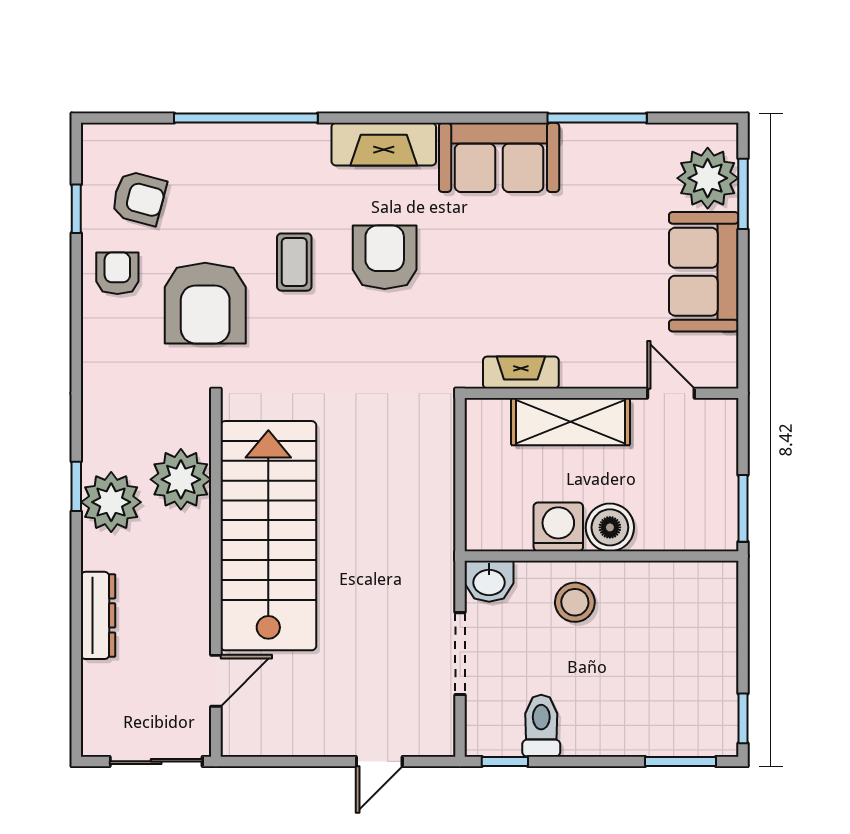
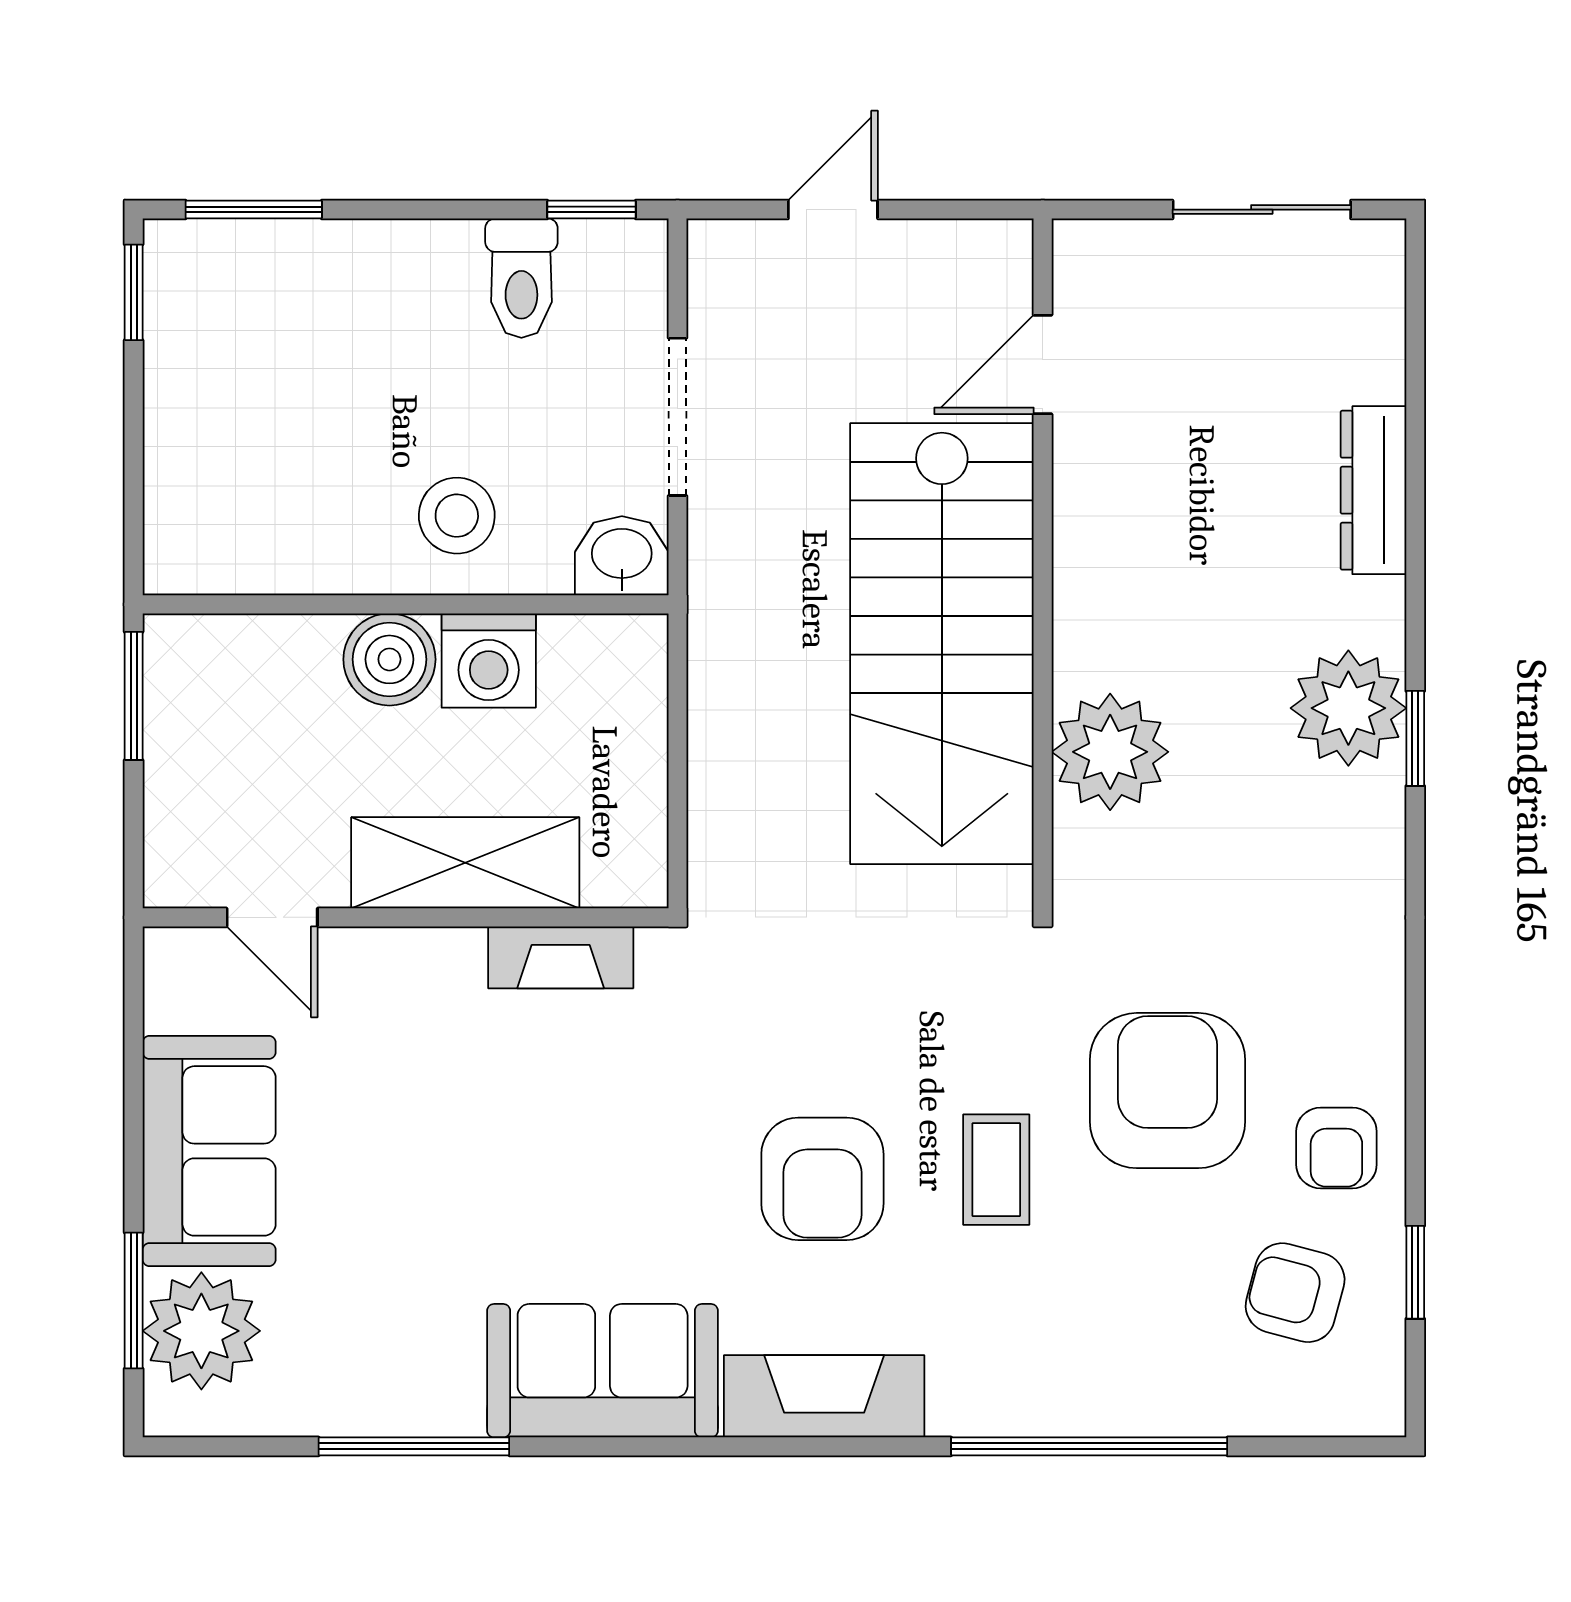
plant: (181, 479) -> (1110, 752), moved
stairs: (268, 536) -> (942, 644), moved
wall: (216, 577) -> (1043, 563), moved
door: (216, 681) -> (1043, 365), moved

